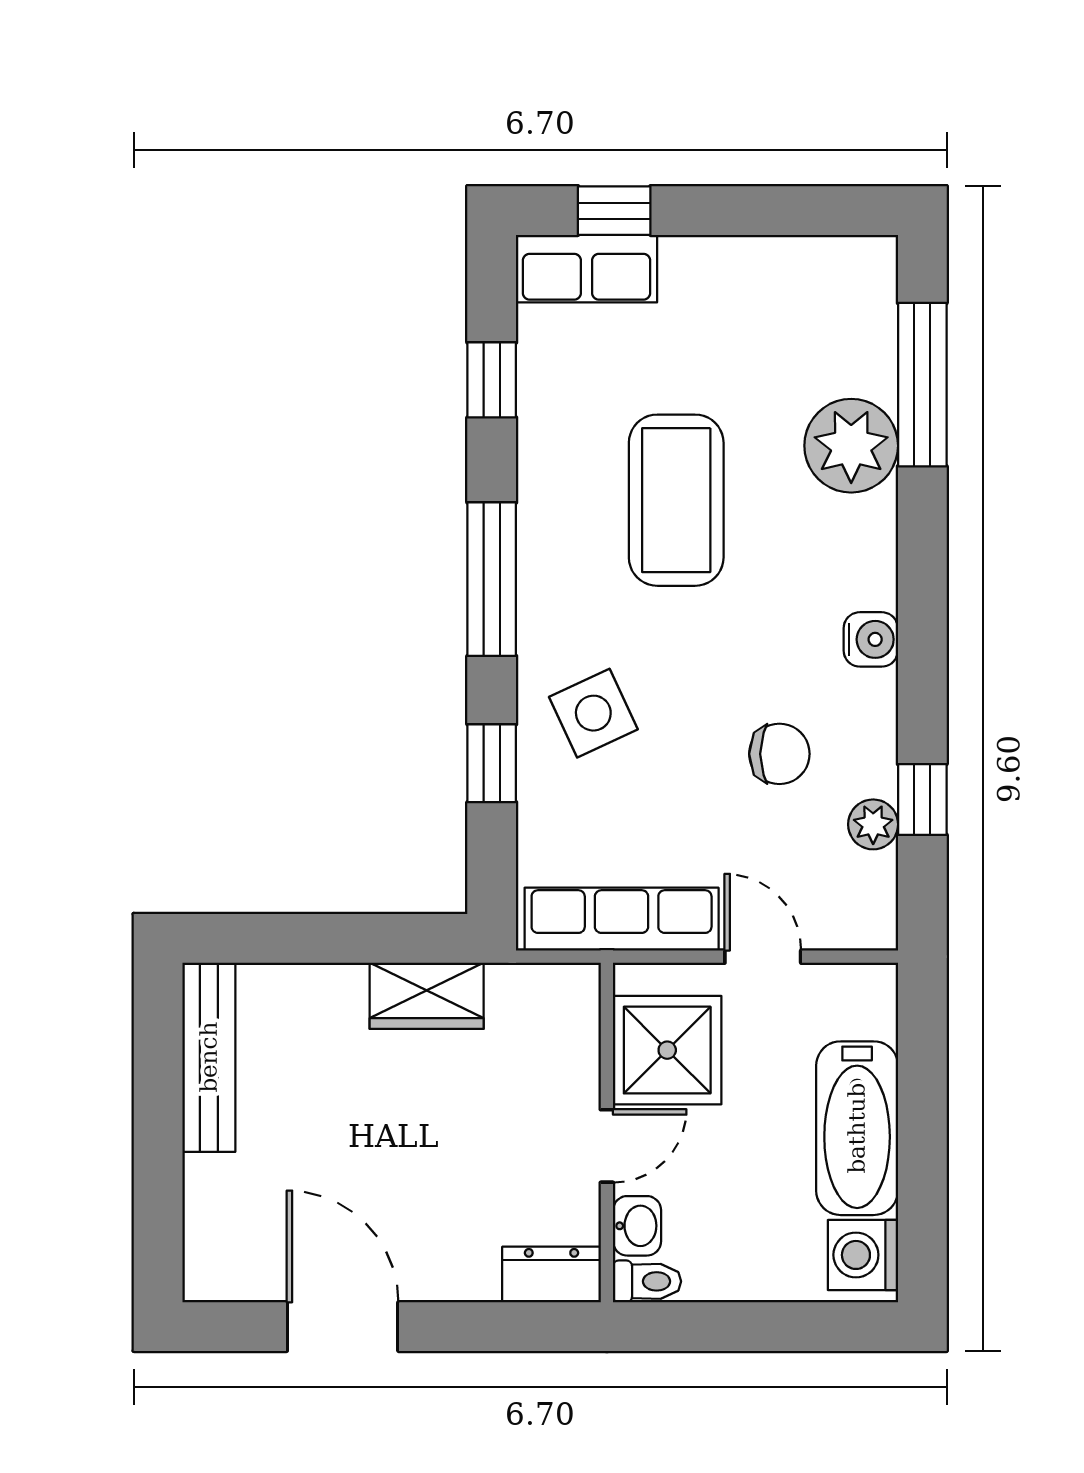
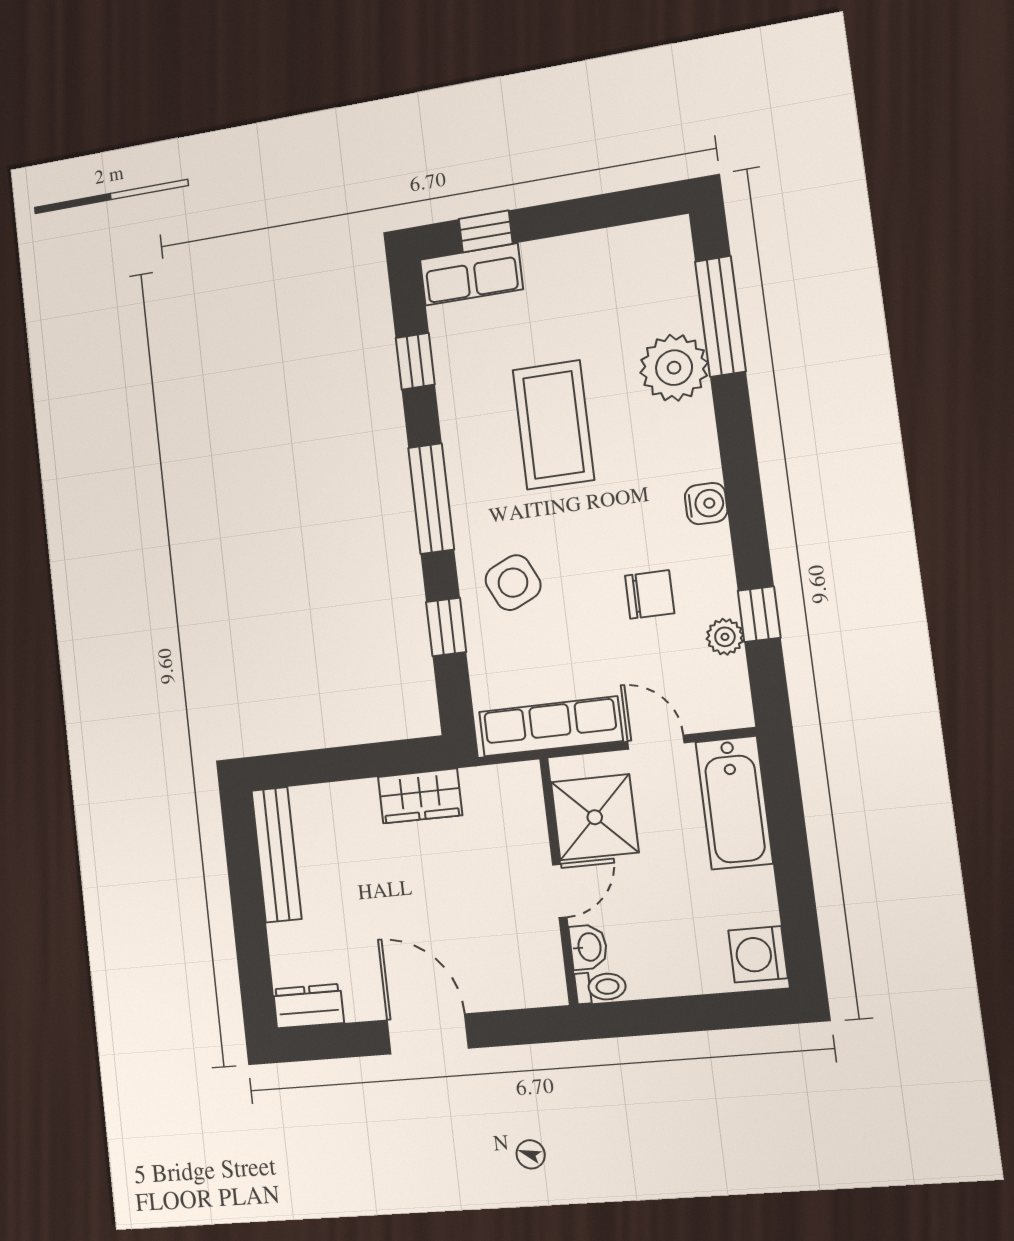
bathtub: (857, 1128) -> (734, 803), moved
dresser: (551, 1274) -> (308, 1006), moved
door: (343, 1327) -> (428, 1034), moved

